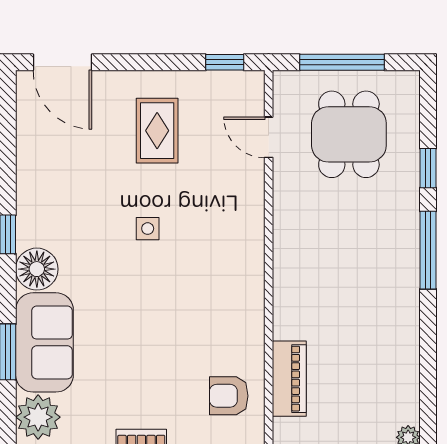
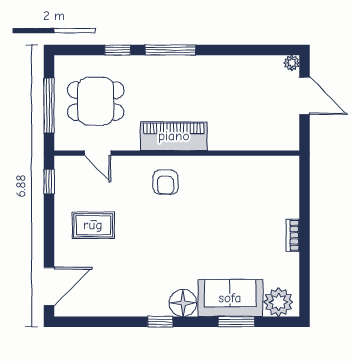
door: (269, 137) -> (98, 153), hinge flipped
side table: (148, 229) -> (157, 231), removed
piano: (289, 379) -> (174, 136), moved, width x1.37, depth x1.33
armchair: (229, 396) -> (166, 182), moved

